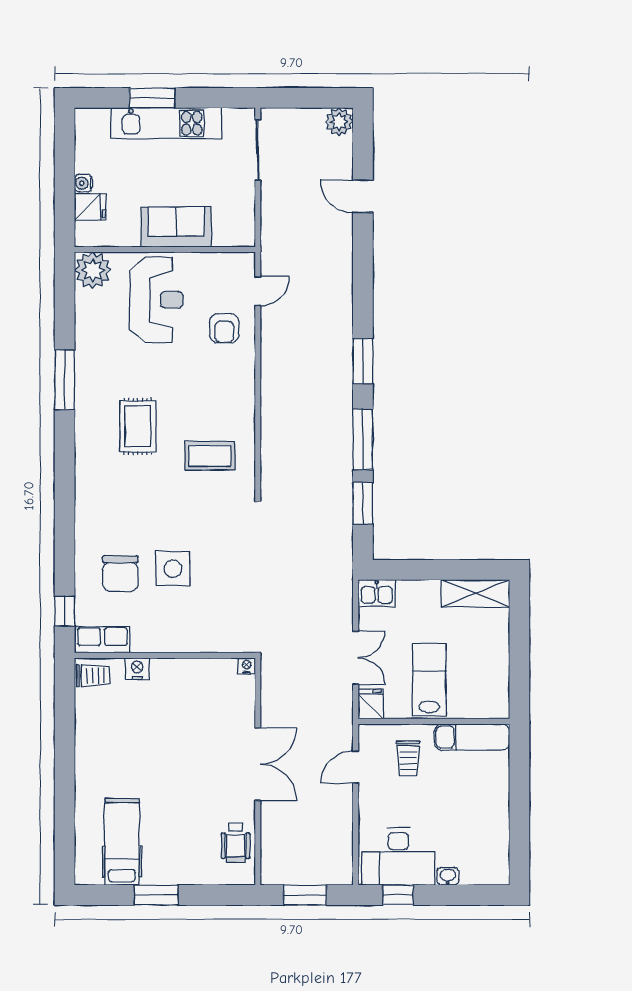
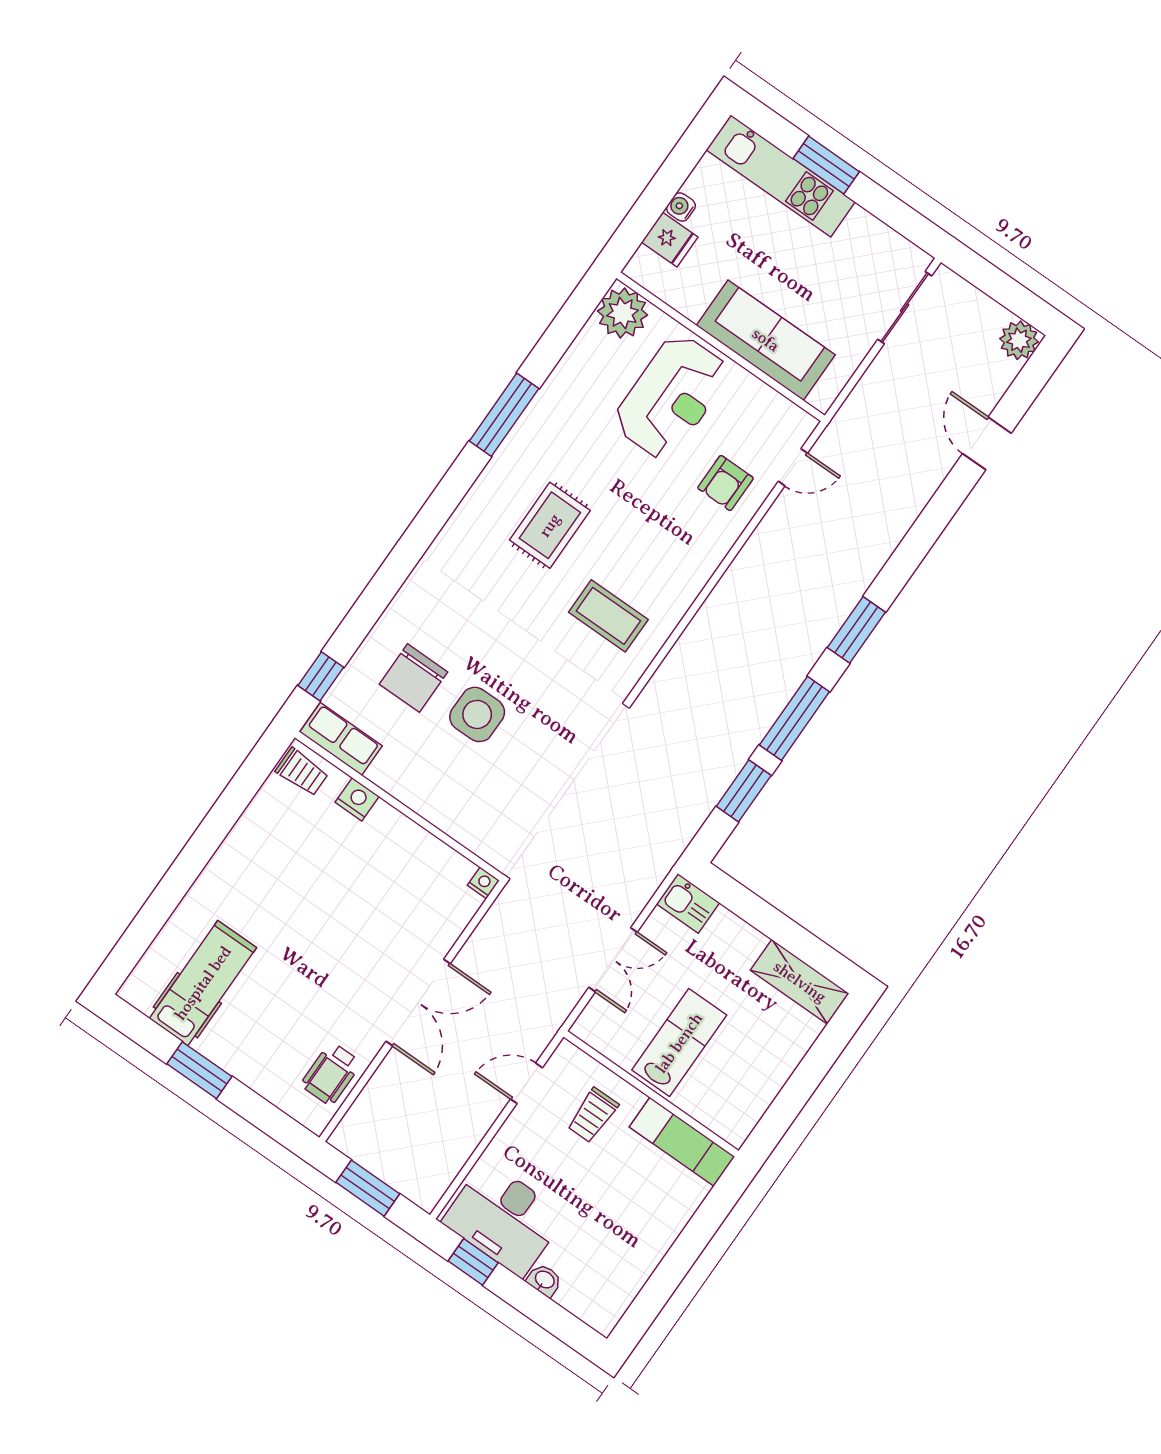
kitchen unit: (166, 123) -> (781, 176), moved
sofa: (176, 227) -> (766, 340), width x1.36
fridge: (371, 704) -> (593, 1024), removed

